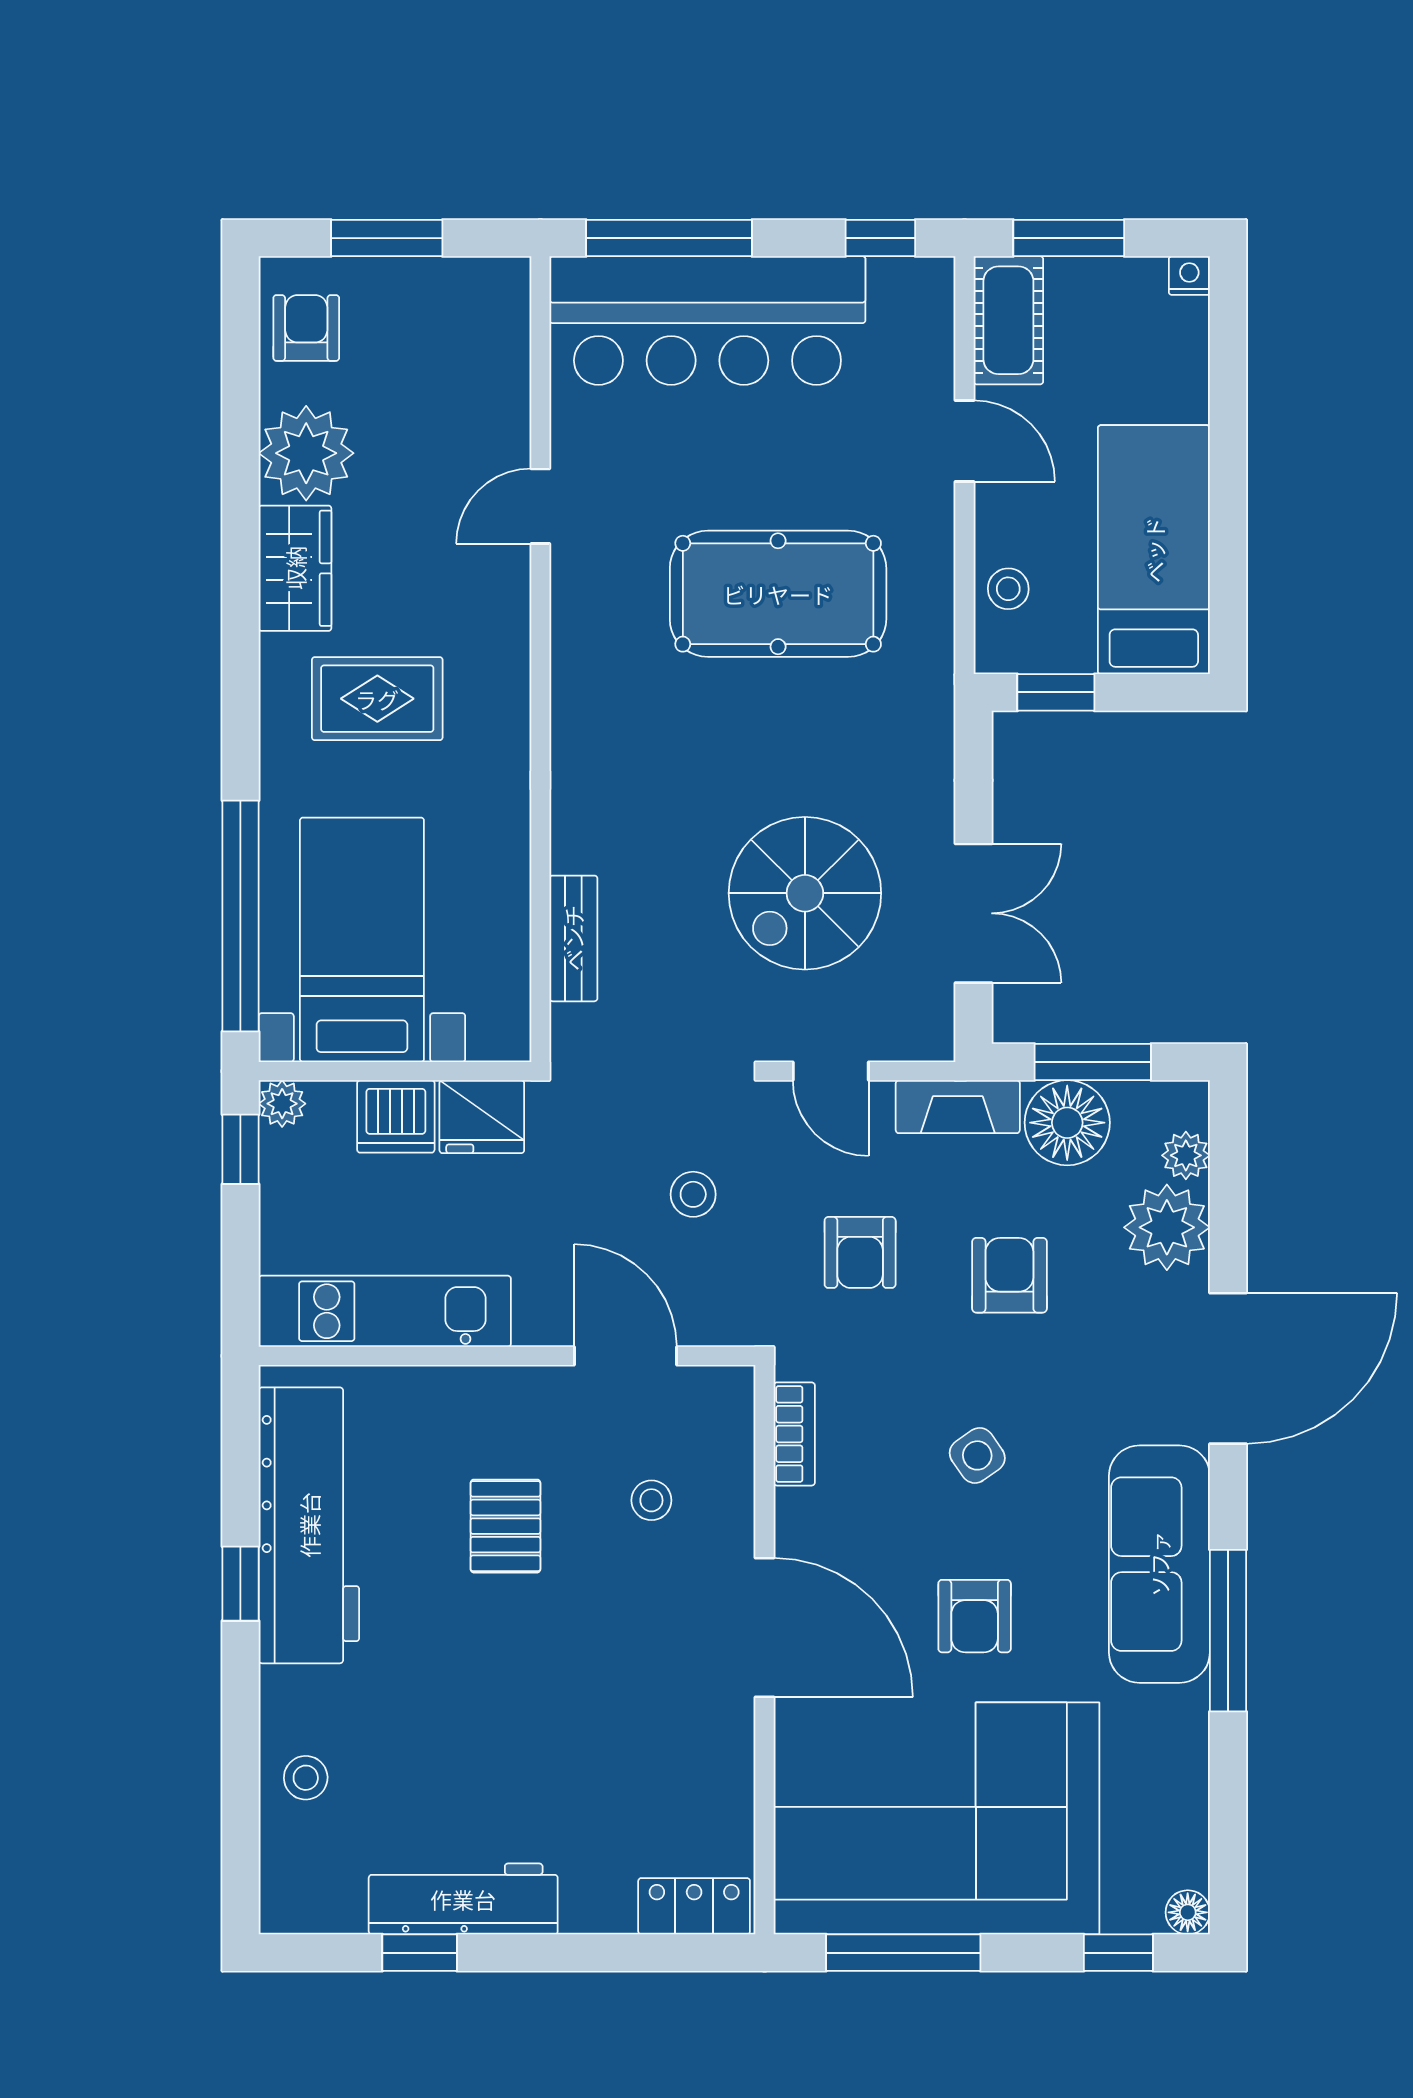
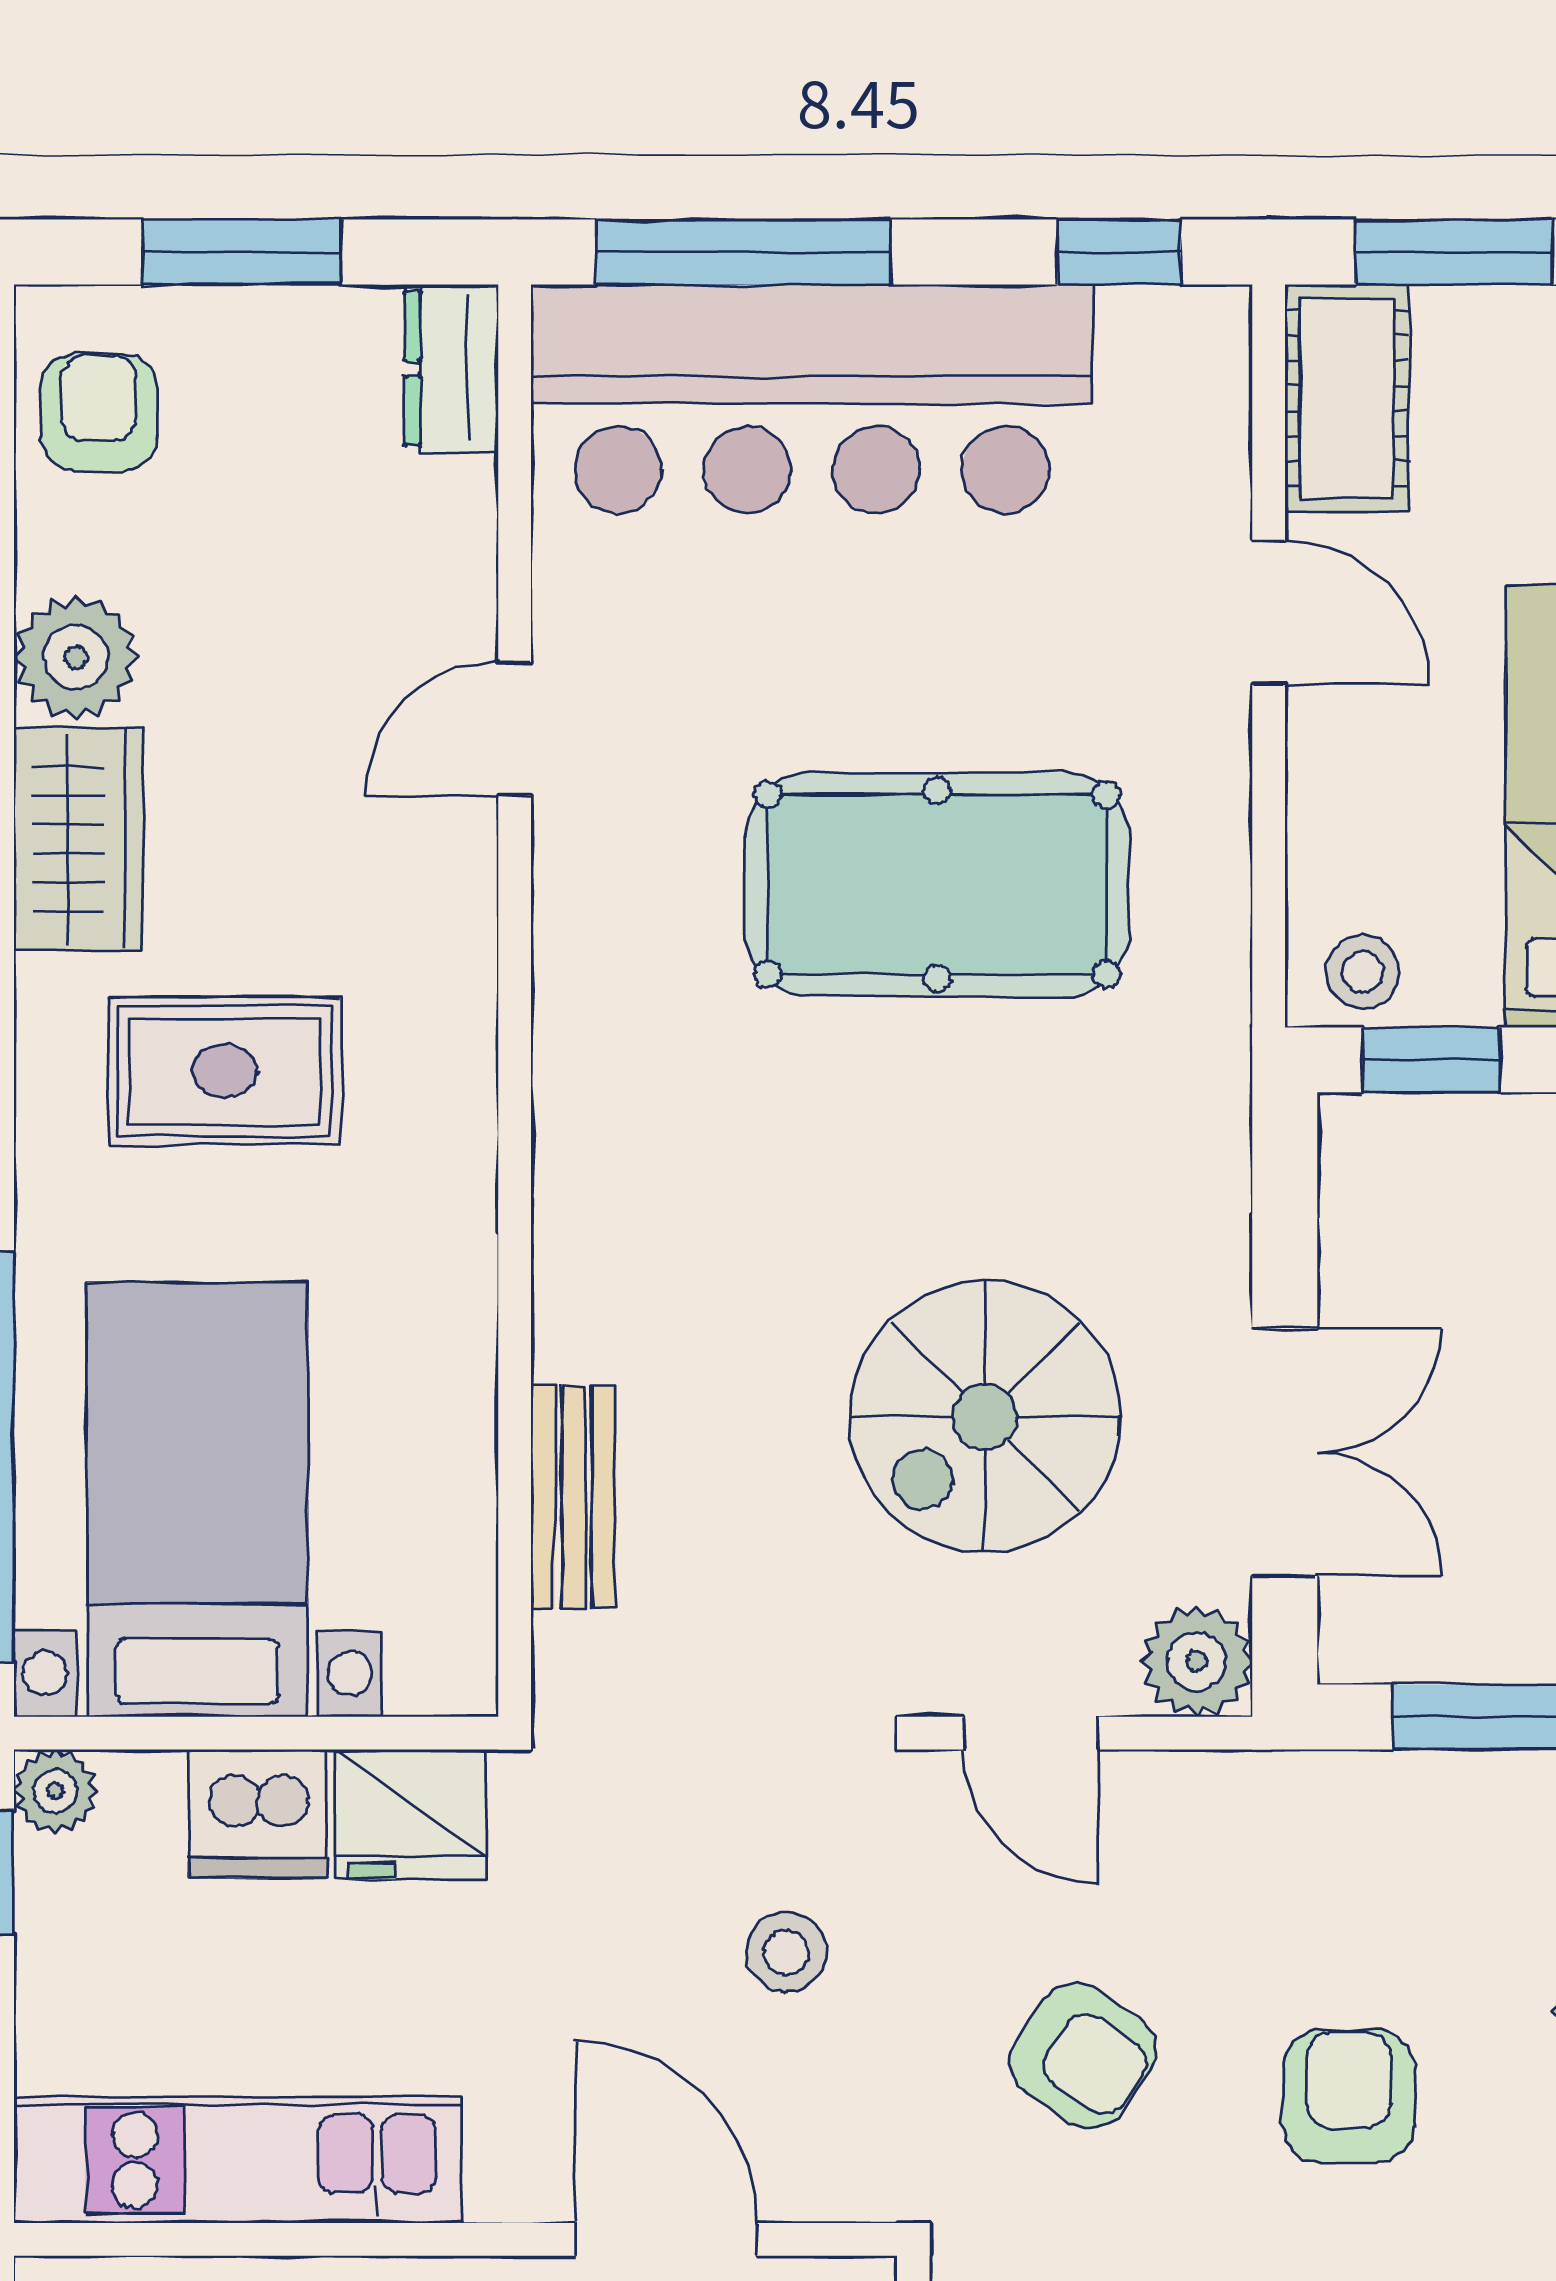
dresser: (505, 303) -> (451, 368), added
plant: (306, 453) -> (76, 657), width x0.73, depth x0.73
stool: (1008, 589) -> (1363, 972), moved
plant: (924, 1031) -> (1197, 1661), added
fireplace: (958, 1107) -> (1257, 1796), removed
floor lamp: (1067, 1123) -> (1451, 1825), removed
armchair: (860, 1252) -> (1083, 2056), turned -56

